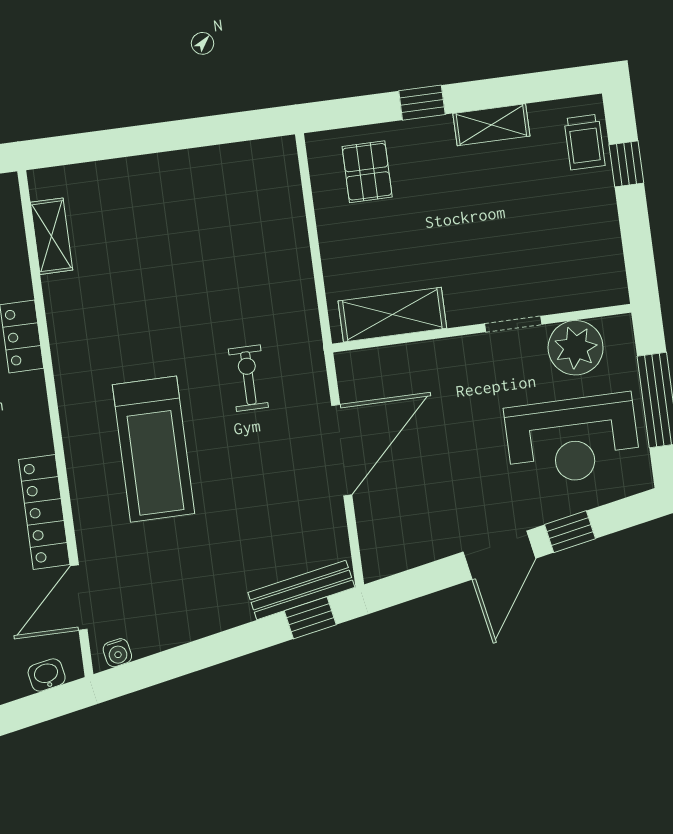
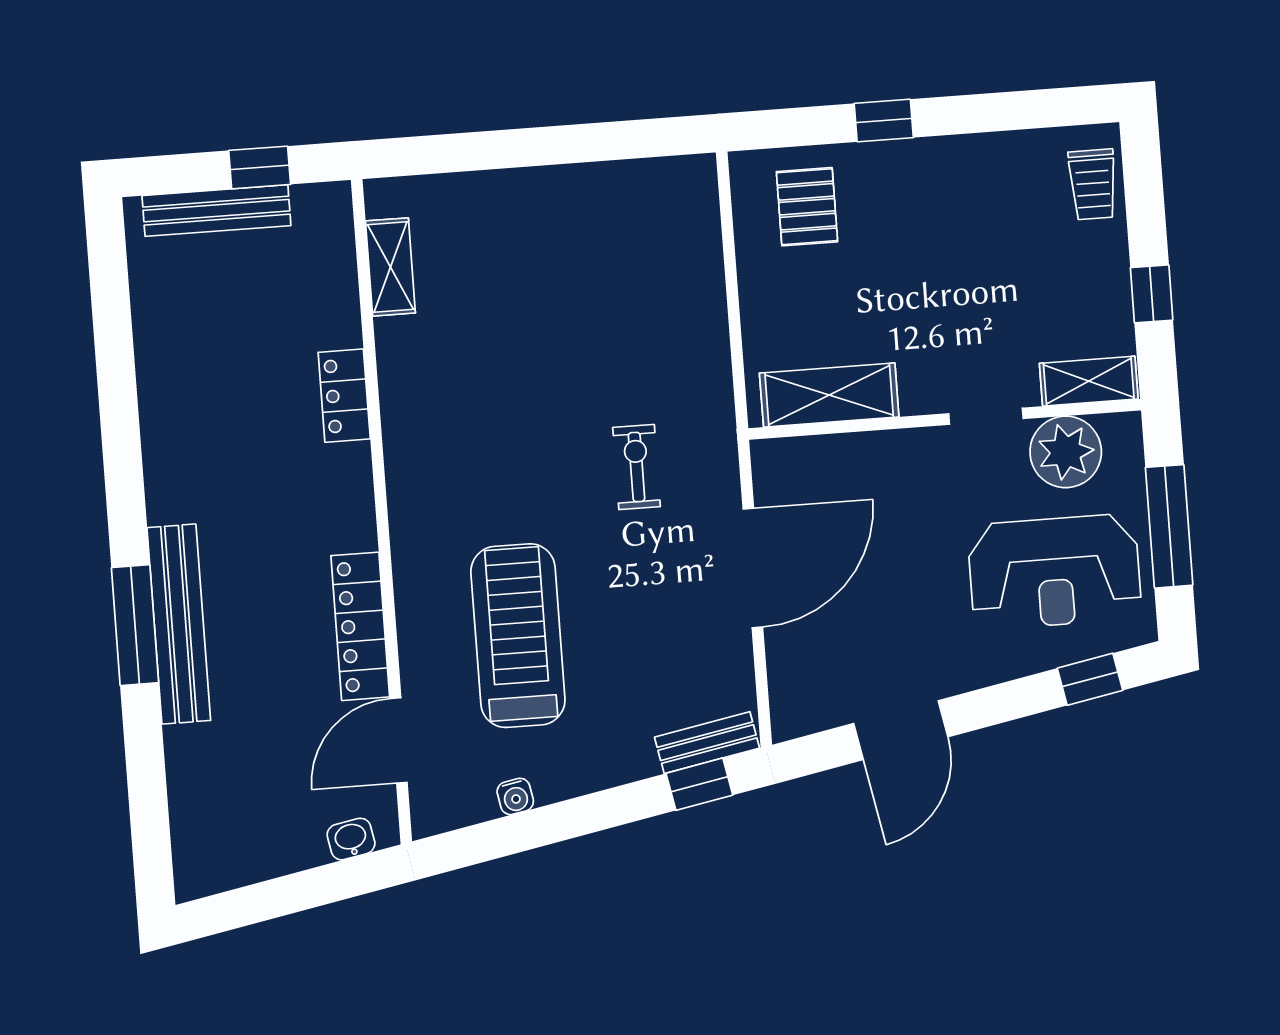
shelving: (491, 125) -> (1089, 381), moved
window: (626, 164) -> (1152, 294), moved
treadmill: (154, 449) -> (518, 636), moved, turned 180
window: (570, 532) -> (1090, 679), moved
door: (499, 555) -> (901, 730), moved
bench: (301, 590) -> (707, 743), width x0.73
water cooler: (117, 653) -> (515, 796), moved

